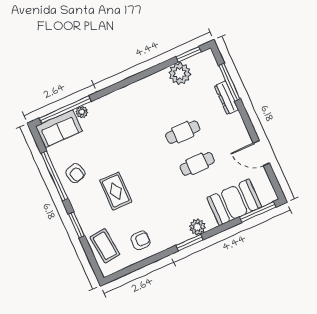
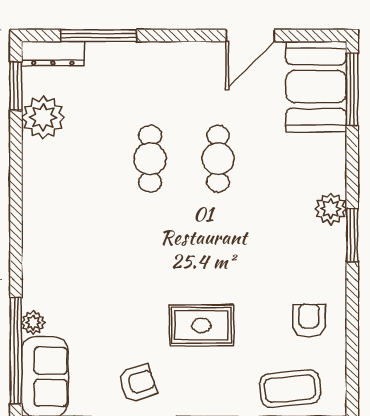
dresser: (226, 98) -> (53, 53), moved
booth: (234, 202) -> (316, 87), moved

